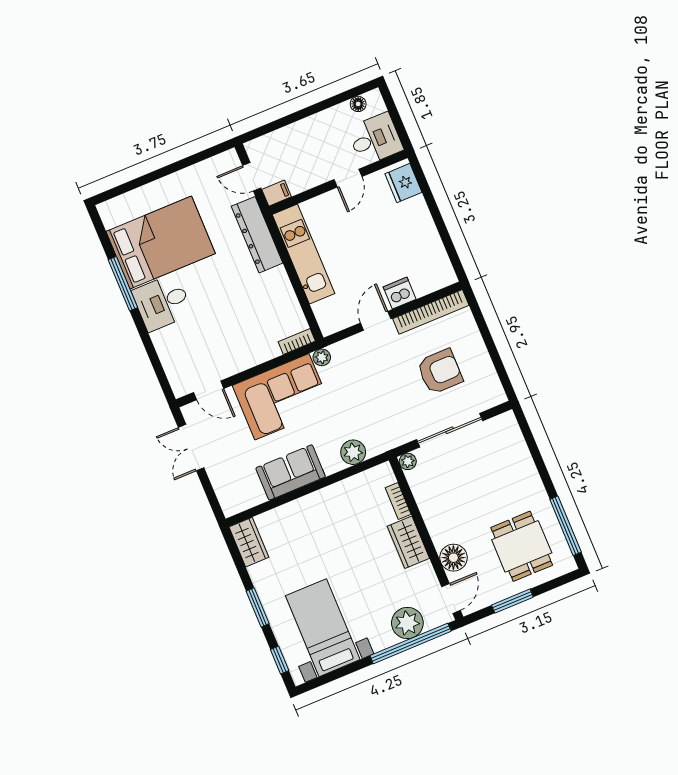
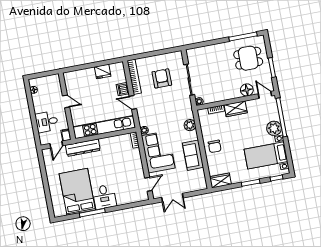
desk: (375, 139) -> (47, 122), moved, turned -90
fridge: (403, 183) -> (103, 71), moved
kitchen unit: (303, 254) -> (104, 127), width x1.36
chair: (319, 514) -> (215, 146), added
plant: (407, 623) -> (274, 128), moved

